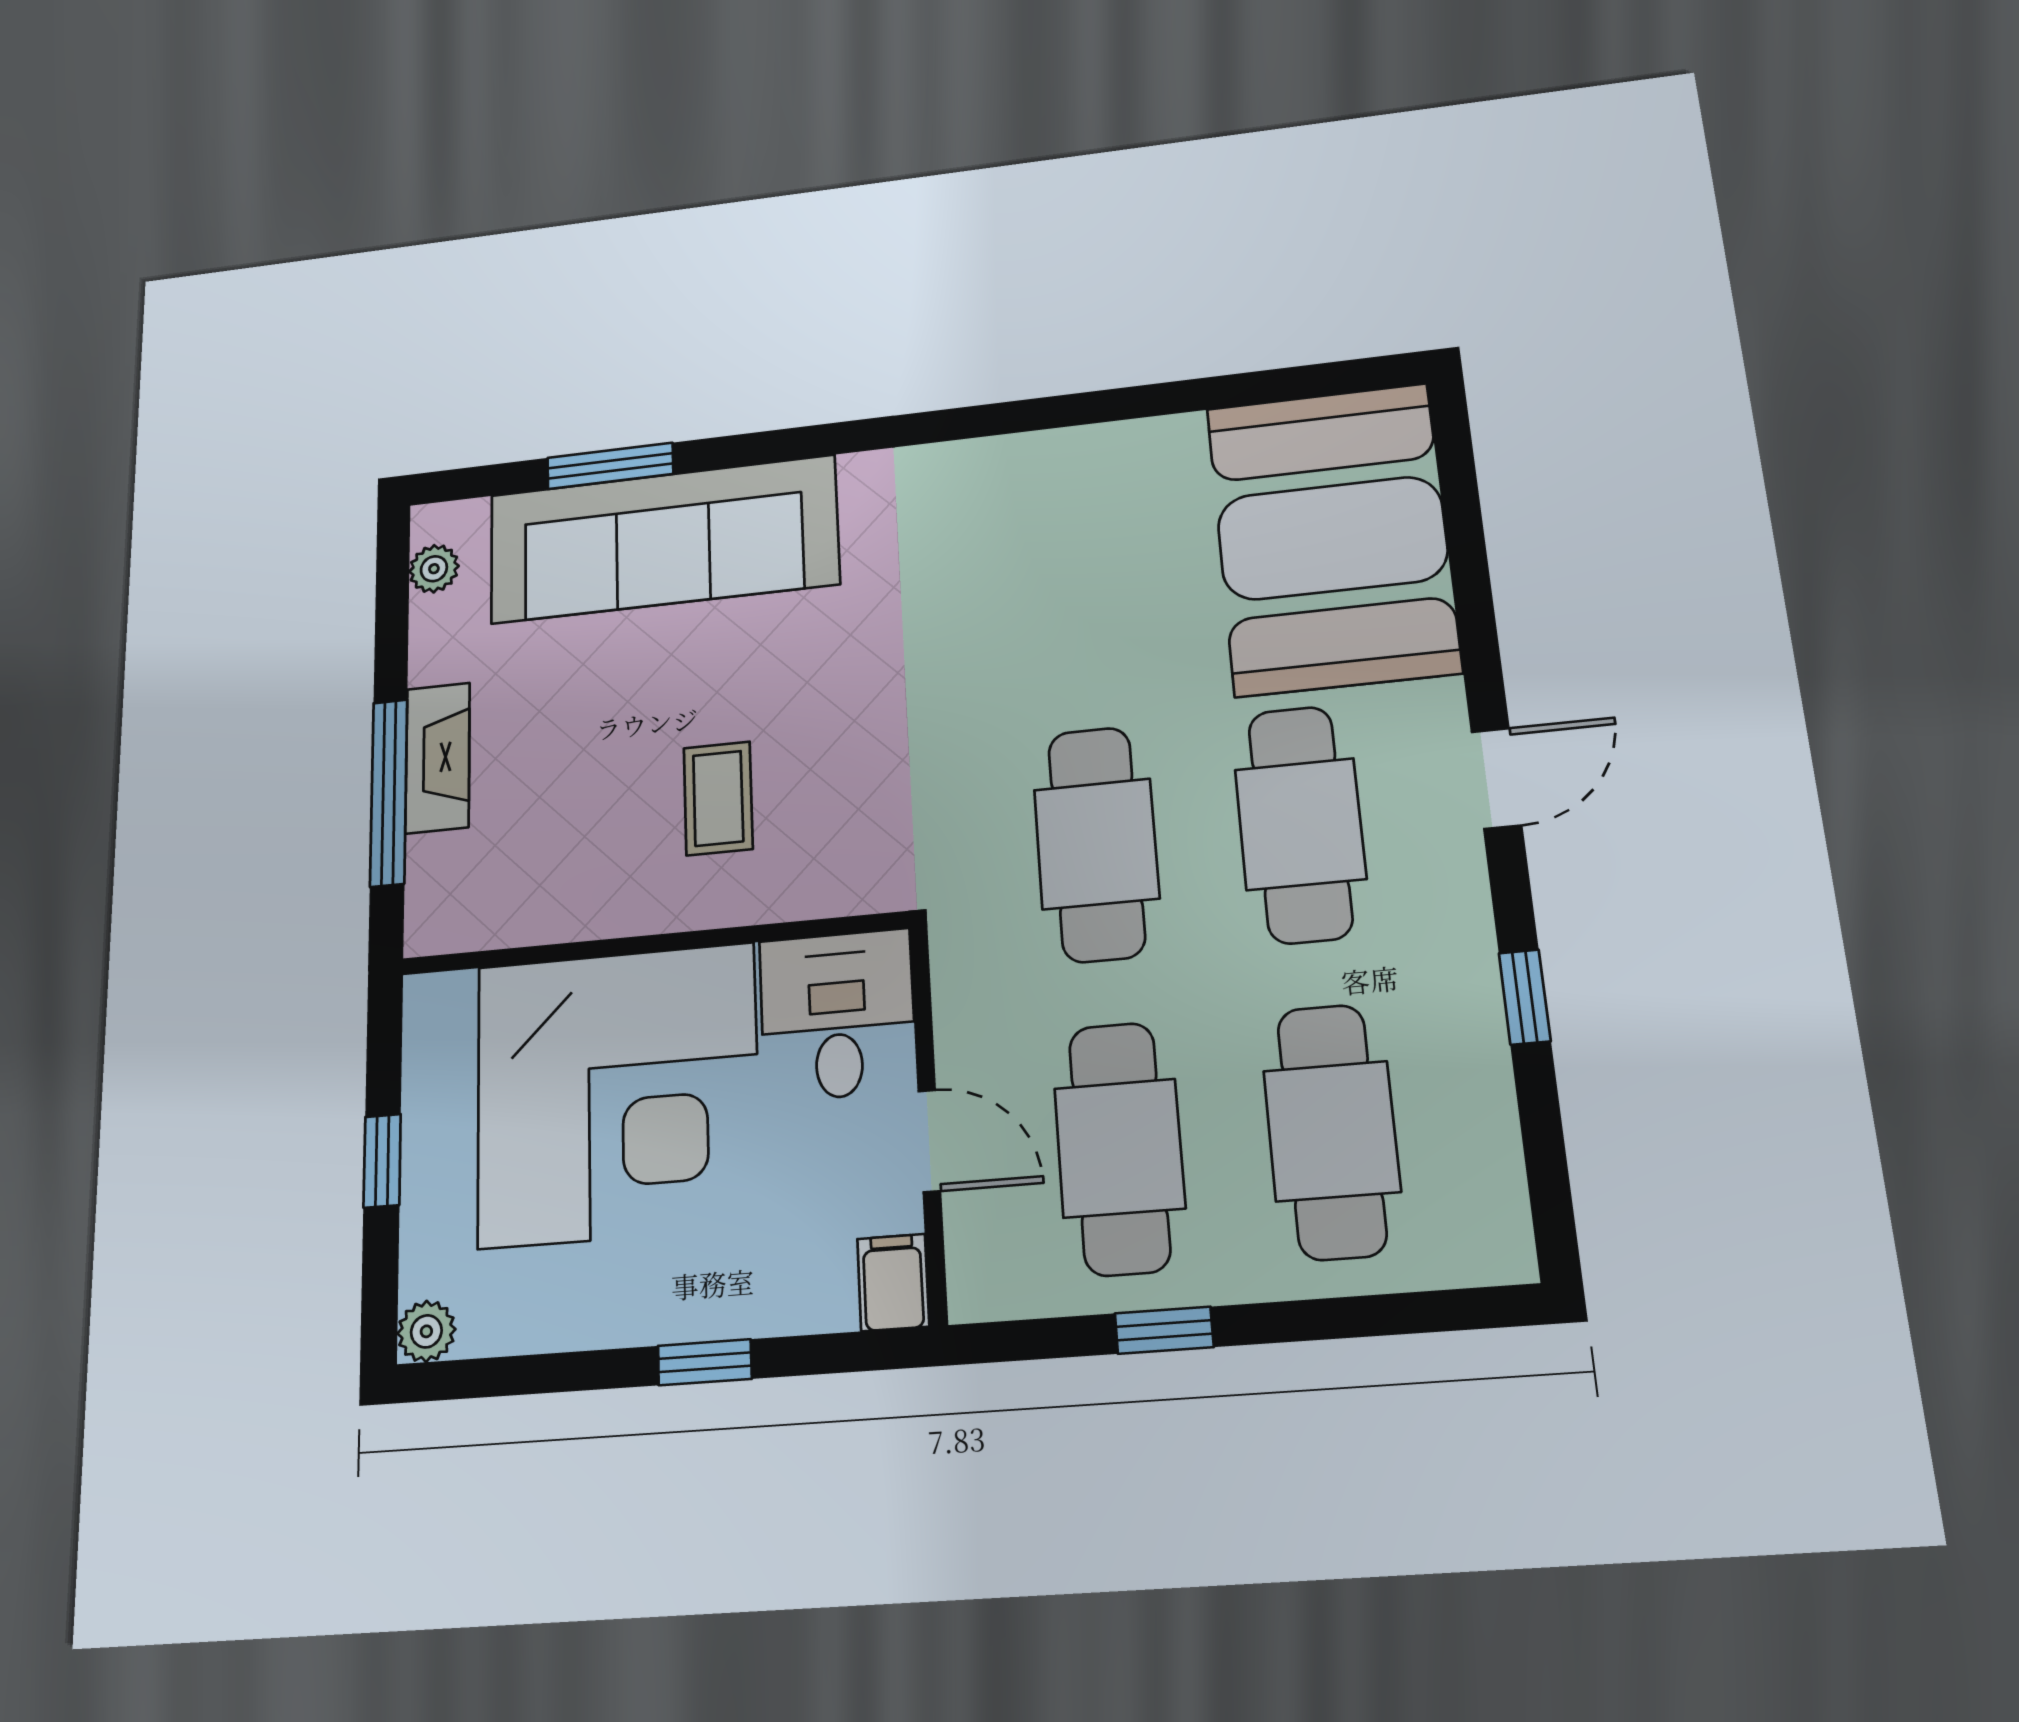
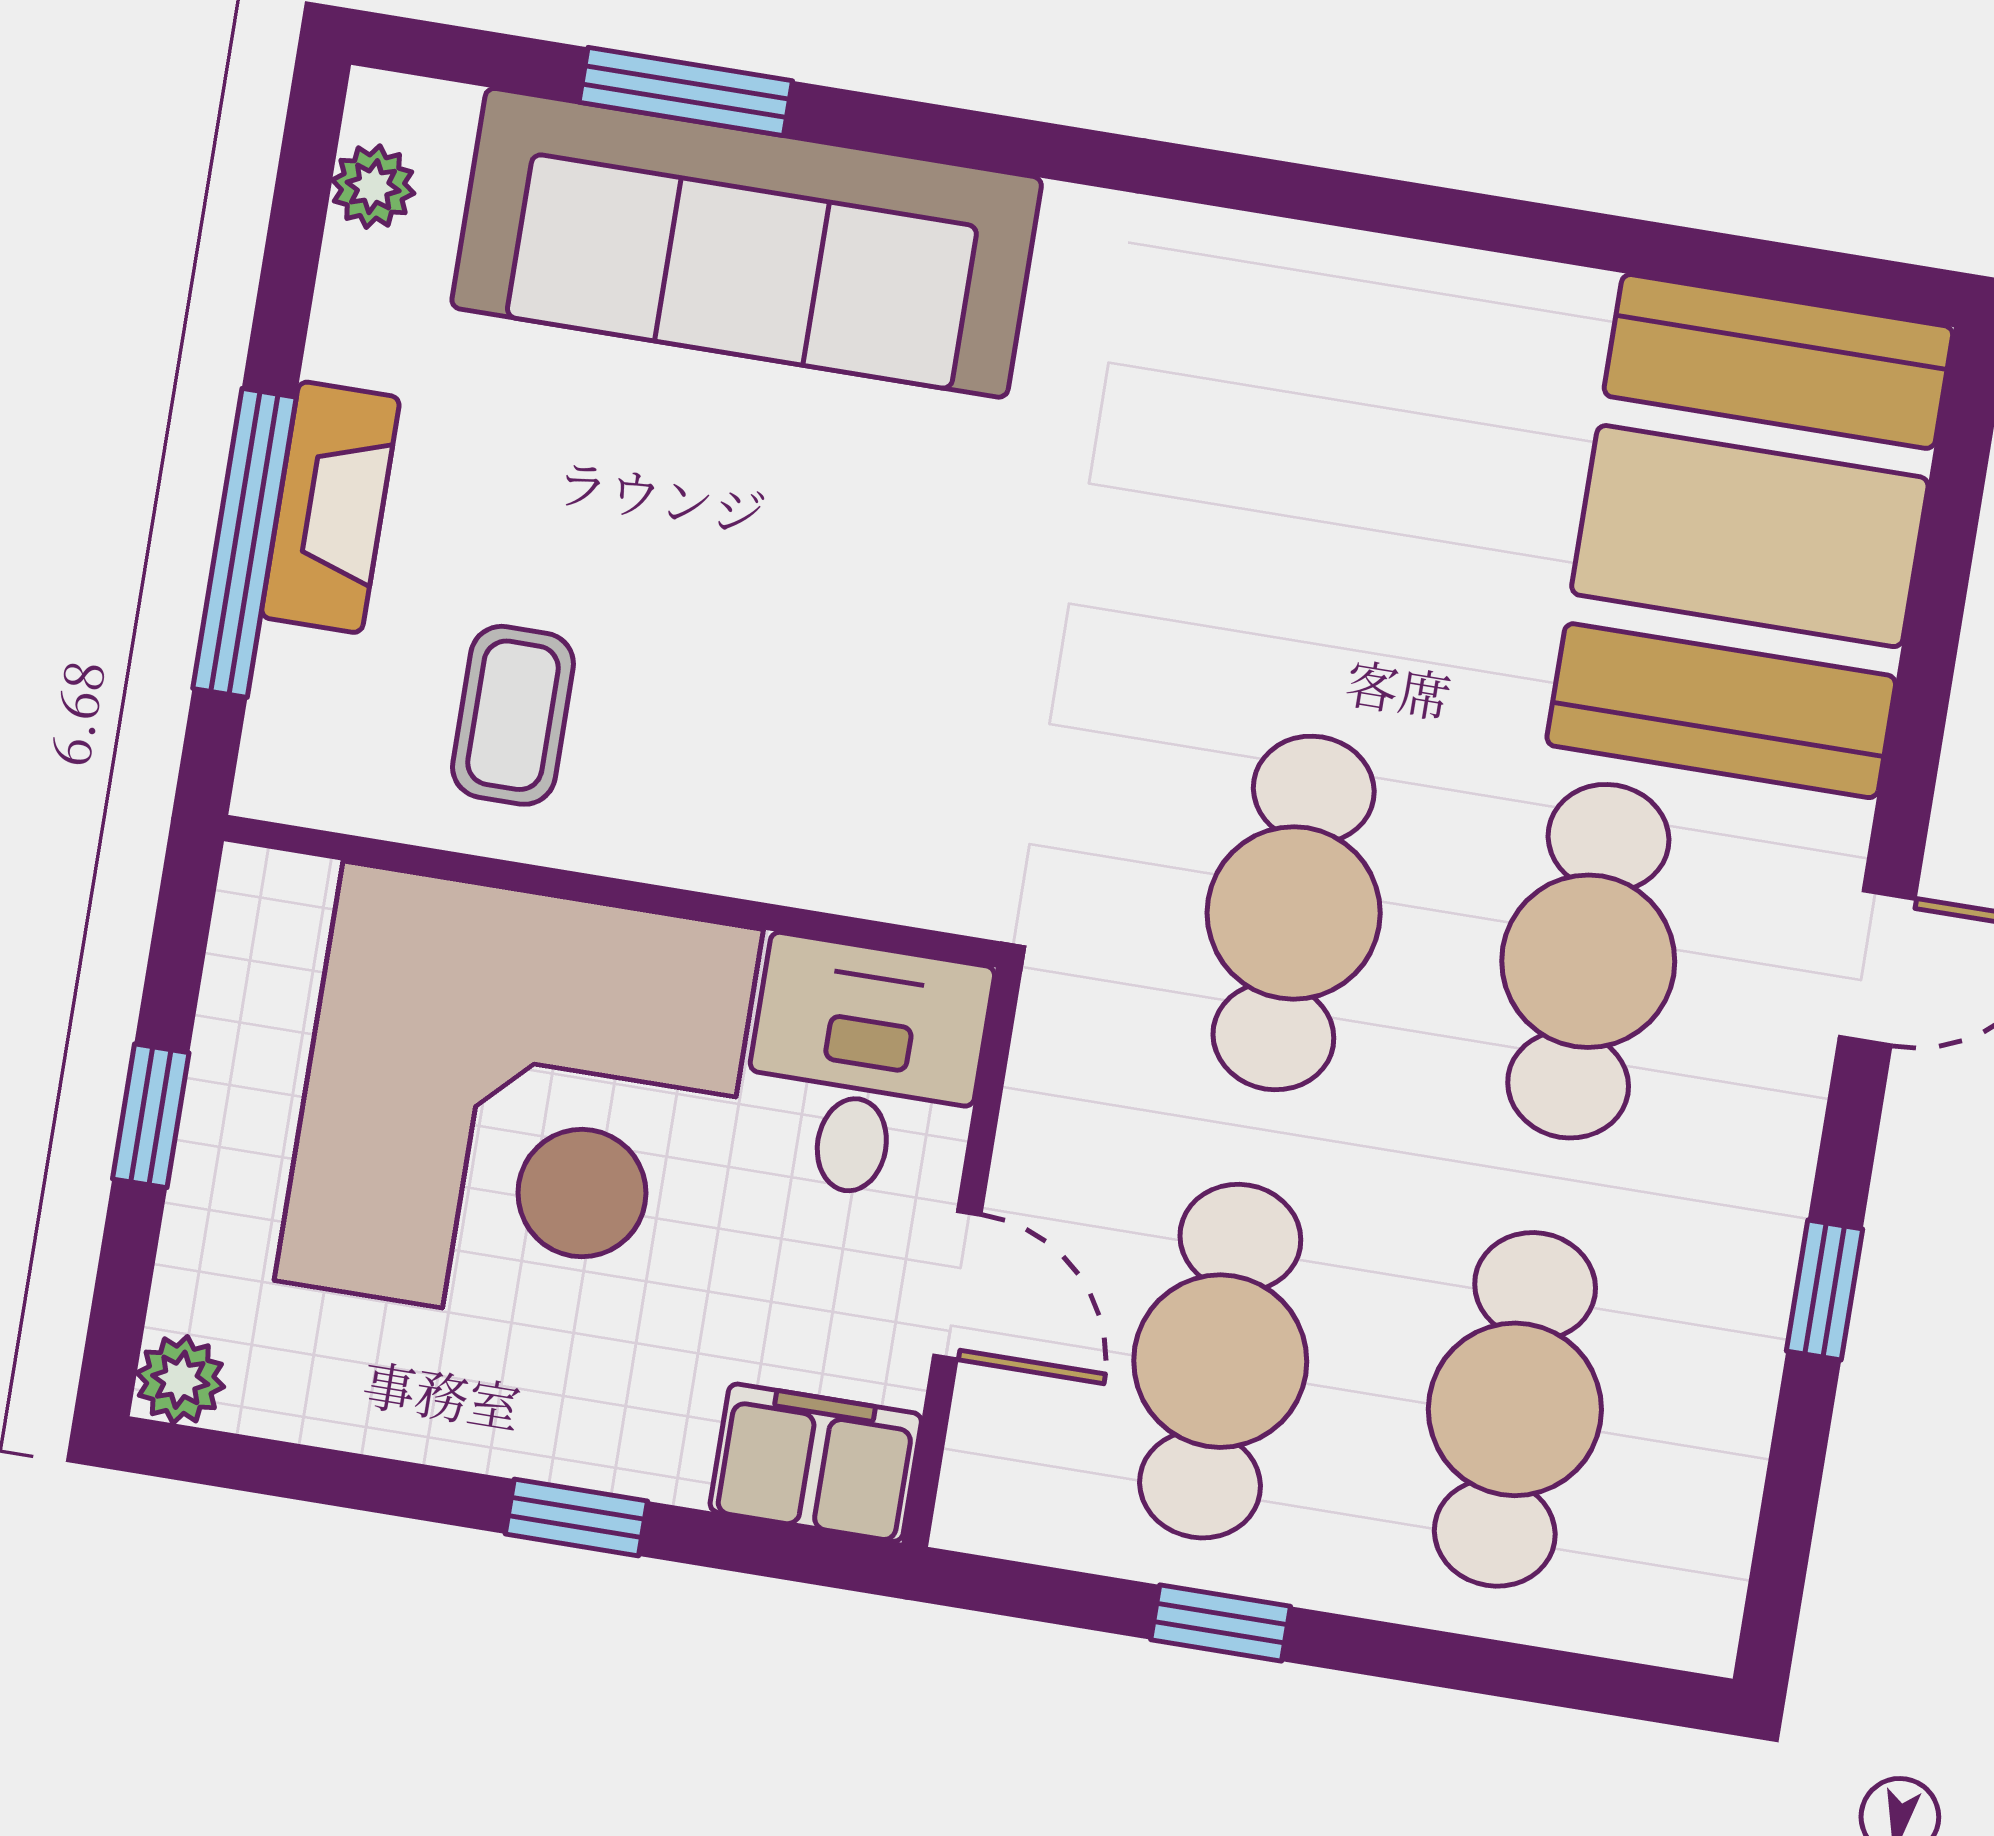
coffee table: (718, 798) -> (513, 715), moved
filing cabinet: (893, 1282) -> (816, 1463), width x2.00

